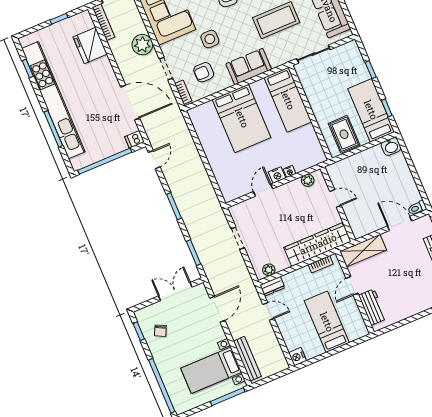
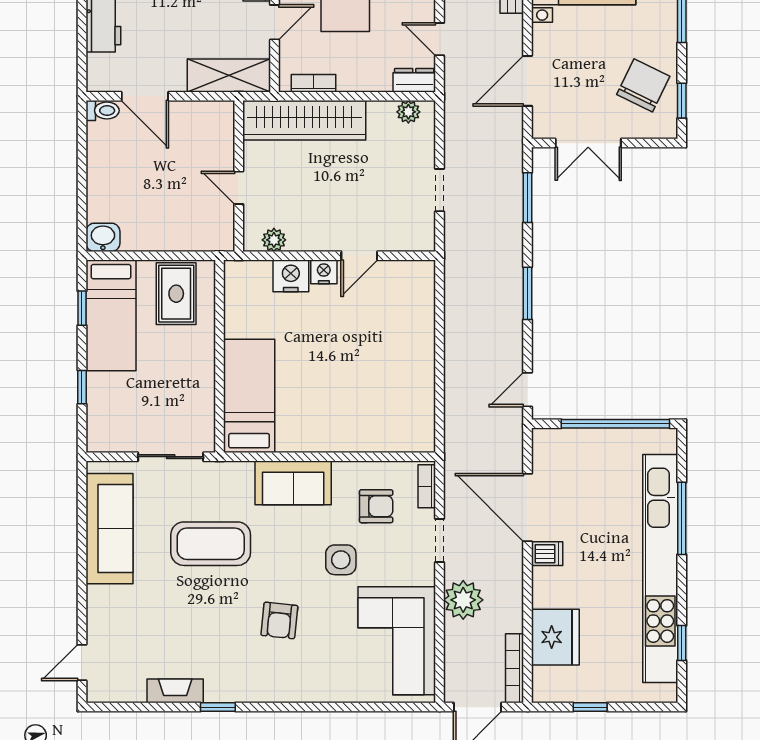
bed: (242, 118) -> (344, 397), removed
dishwasher: (134, 139) -> (547, 554), moved
nightstand: (290, 171) -> (291, 276), width x1.89, depth x1.79
chair: (160, 331) -> (643, 85), width x1.87, depth x1.87

